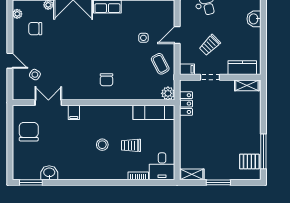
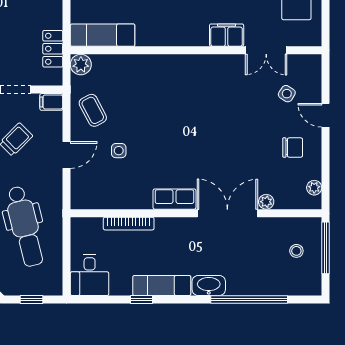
chair: (35, 29) -> (293, 148), moved
chair: (106, 80) -> (176, 86), removed
filing cabinet: (74, 112) -> (227, 35), width x2.00

